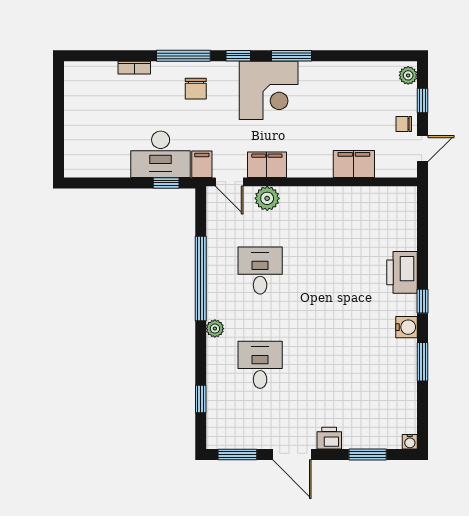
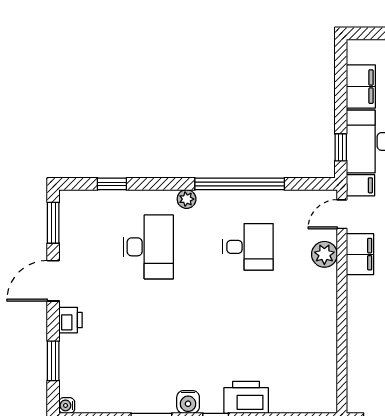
filing cabinet: (354, 164) -> (361, 87), moved
desk: (260, 365) -> (148, 247), width x1.37

